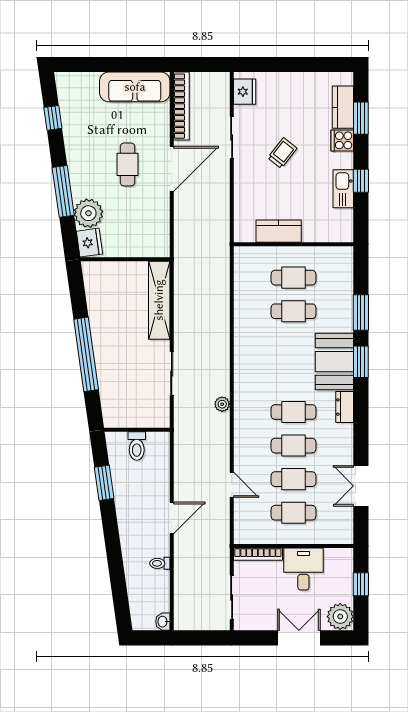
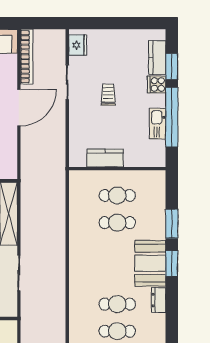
trolley: (282, 153) -> (108, 95), turned -38
window: (361, 181) -> (172, 117), width x3.17
plant: (222, 404) -> (60, 298), removed

